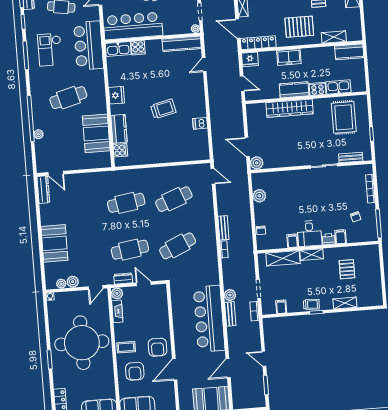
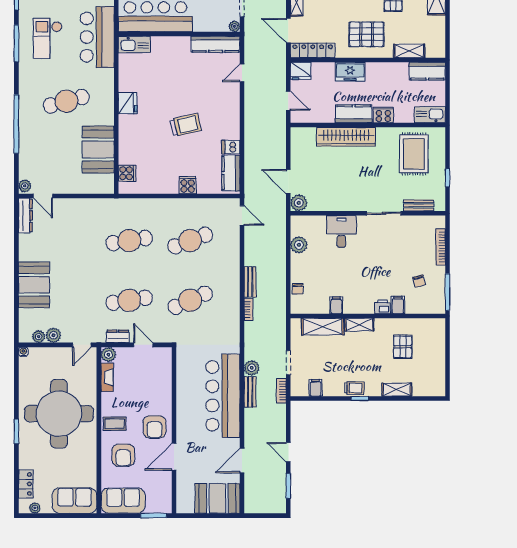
cooker: (138, 48) -> (188, 185), moved, turned 180
kitchen sink: (338, 87) -> (430, 115), moved
kitchen counter: (119, 129) -> (231, 173), moved, turned 180
plant: (38, 134) -> (25, 186), moved
desk: (309, 234) -> (341, 231), moved, turned 180

